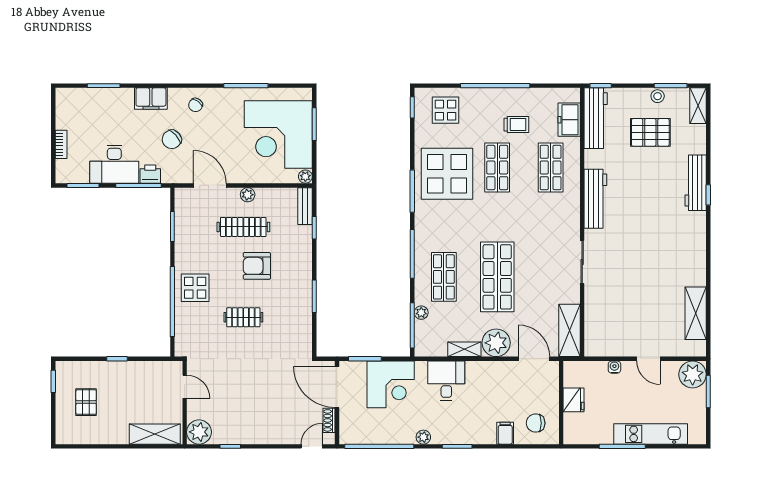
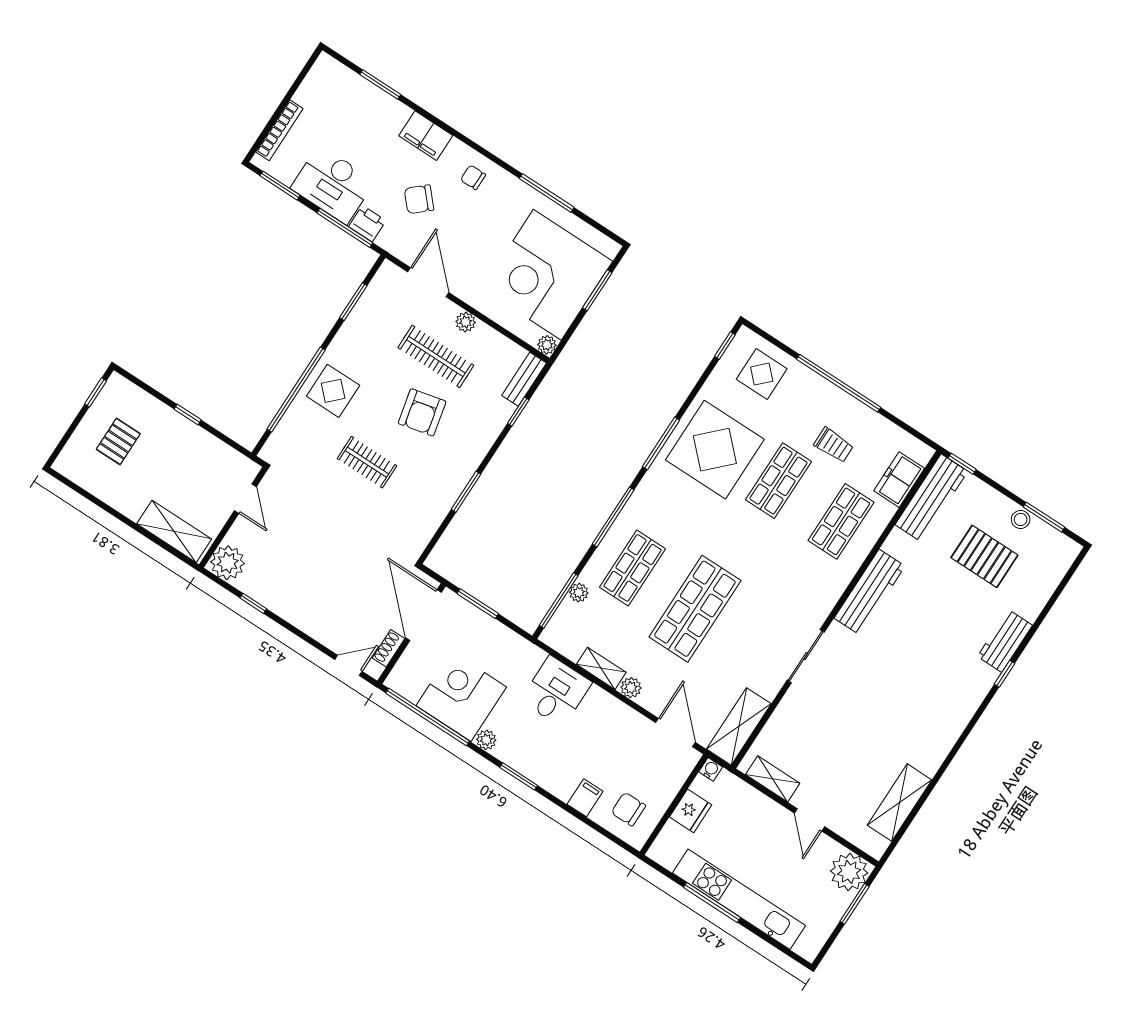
chair: (196, 105) -> (473, 177), turned 55
shelving: (698, 106) -> (773, 779), moved, turned 90
bookcase: (61, 144) -> (279, 130), width x1.56
workbench: (696, 183) -> (1005, 641), width x0.73
armchair: (257, 266) -> (422, 412), turned -103
plant: (496, 343) -> (631, 688), width x0.53, depth x0.53
water cooler: (614, 367) -> (711, 769), moved
corner desk: (391, 384) -> (461, 696), moved, turned 180
kitchen unit: (651, 434) -> (739, 899), width x1.36

